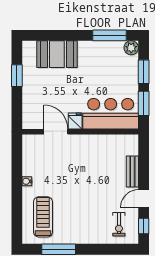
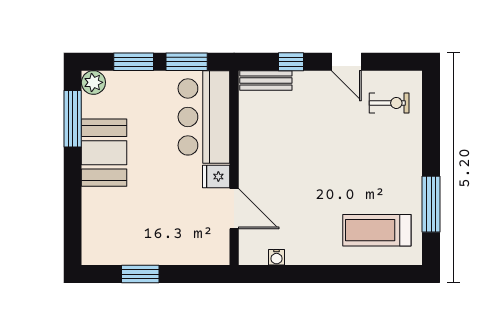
booth: (57, 54) -> (104, 153), moved
door: (56, 132) -> (234, 209), swing flipped
bench: (132, 172) -> (266, 80), moved
water cooler: (27, 181) -> (277, 257), moved
window: (144, 226) -> (291, 62), moved

